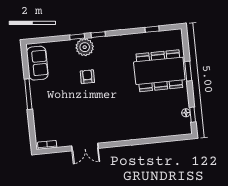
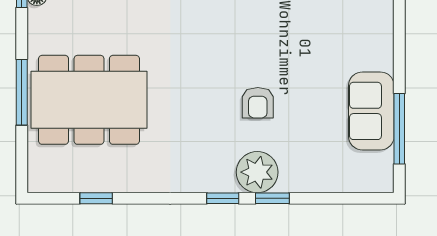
sofa: (37, 63) -> (371, 111), moved
window: (188, 71) -> (22, 92), width x1.44
window: (28, 94) -> (399, 129), moved

